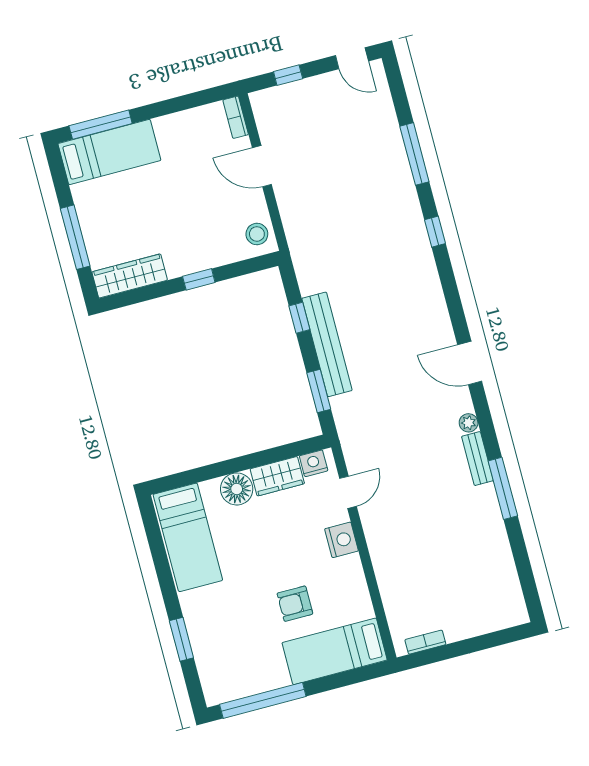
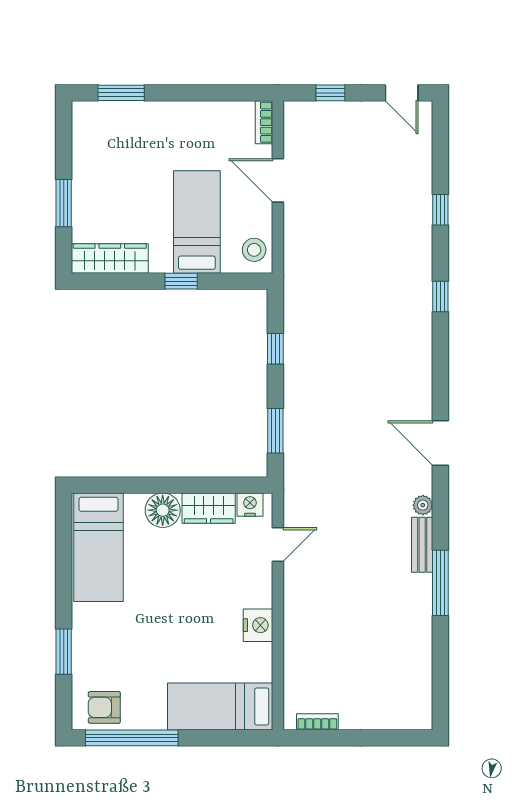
window: (101, 125) -> (121, 93), width x0.69
bed: (109, 152) -> (197, 222), moved, turned -90
window: (414, 154) -> (440, 210), width x0.46
window: (75, 237) -> (64, 203), width x0.69
bench: (327, 344) -> (297, 384), removed
nightstand: (342, 540) -> (258, 625), moved
armchair: (295, 604) -> (104, 707), moved

